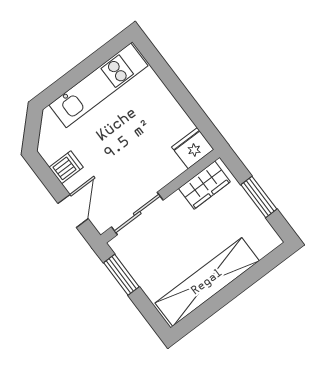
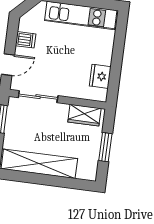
fridge: (193, 148) -> (100, 76), moved, turned -90

